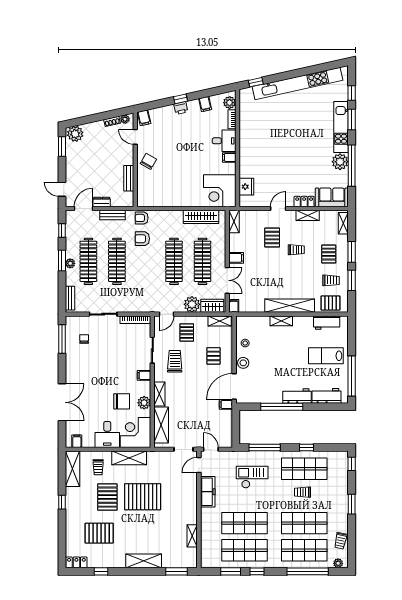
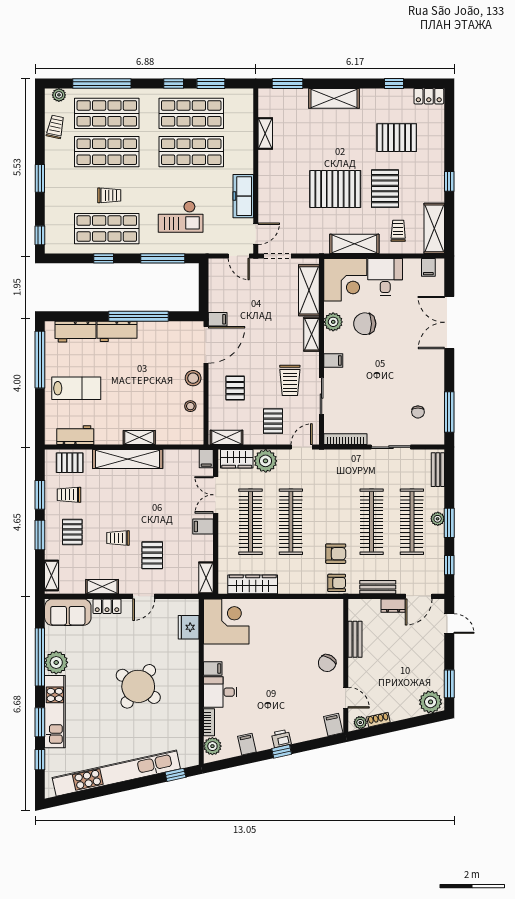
round table: (282, 145) -> (138, 686), added

